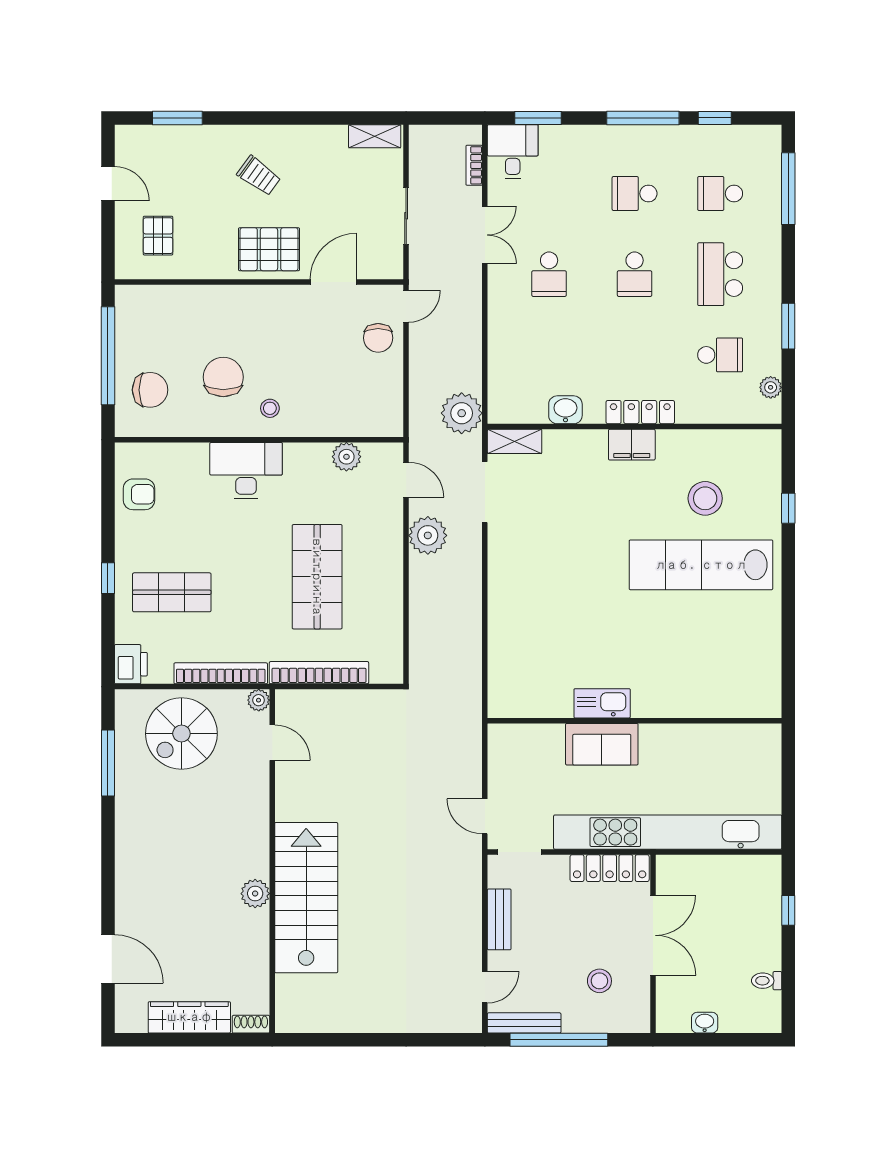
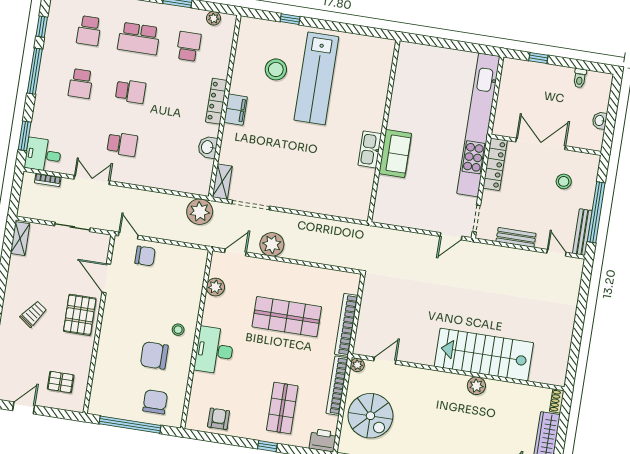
kitchen sink: (602, 703) -> (370, 149), moved
wall: (635, 721) -> (384, 131), moved
sofa: (602, 744) -> (395, 154), moved

